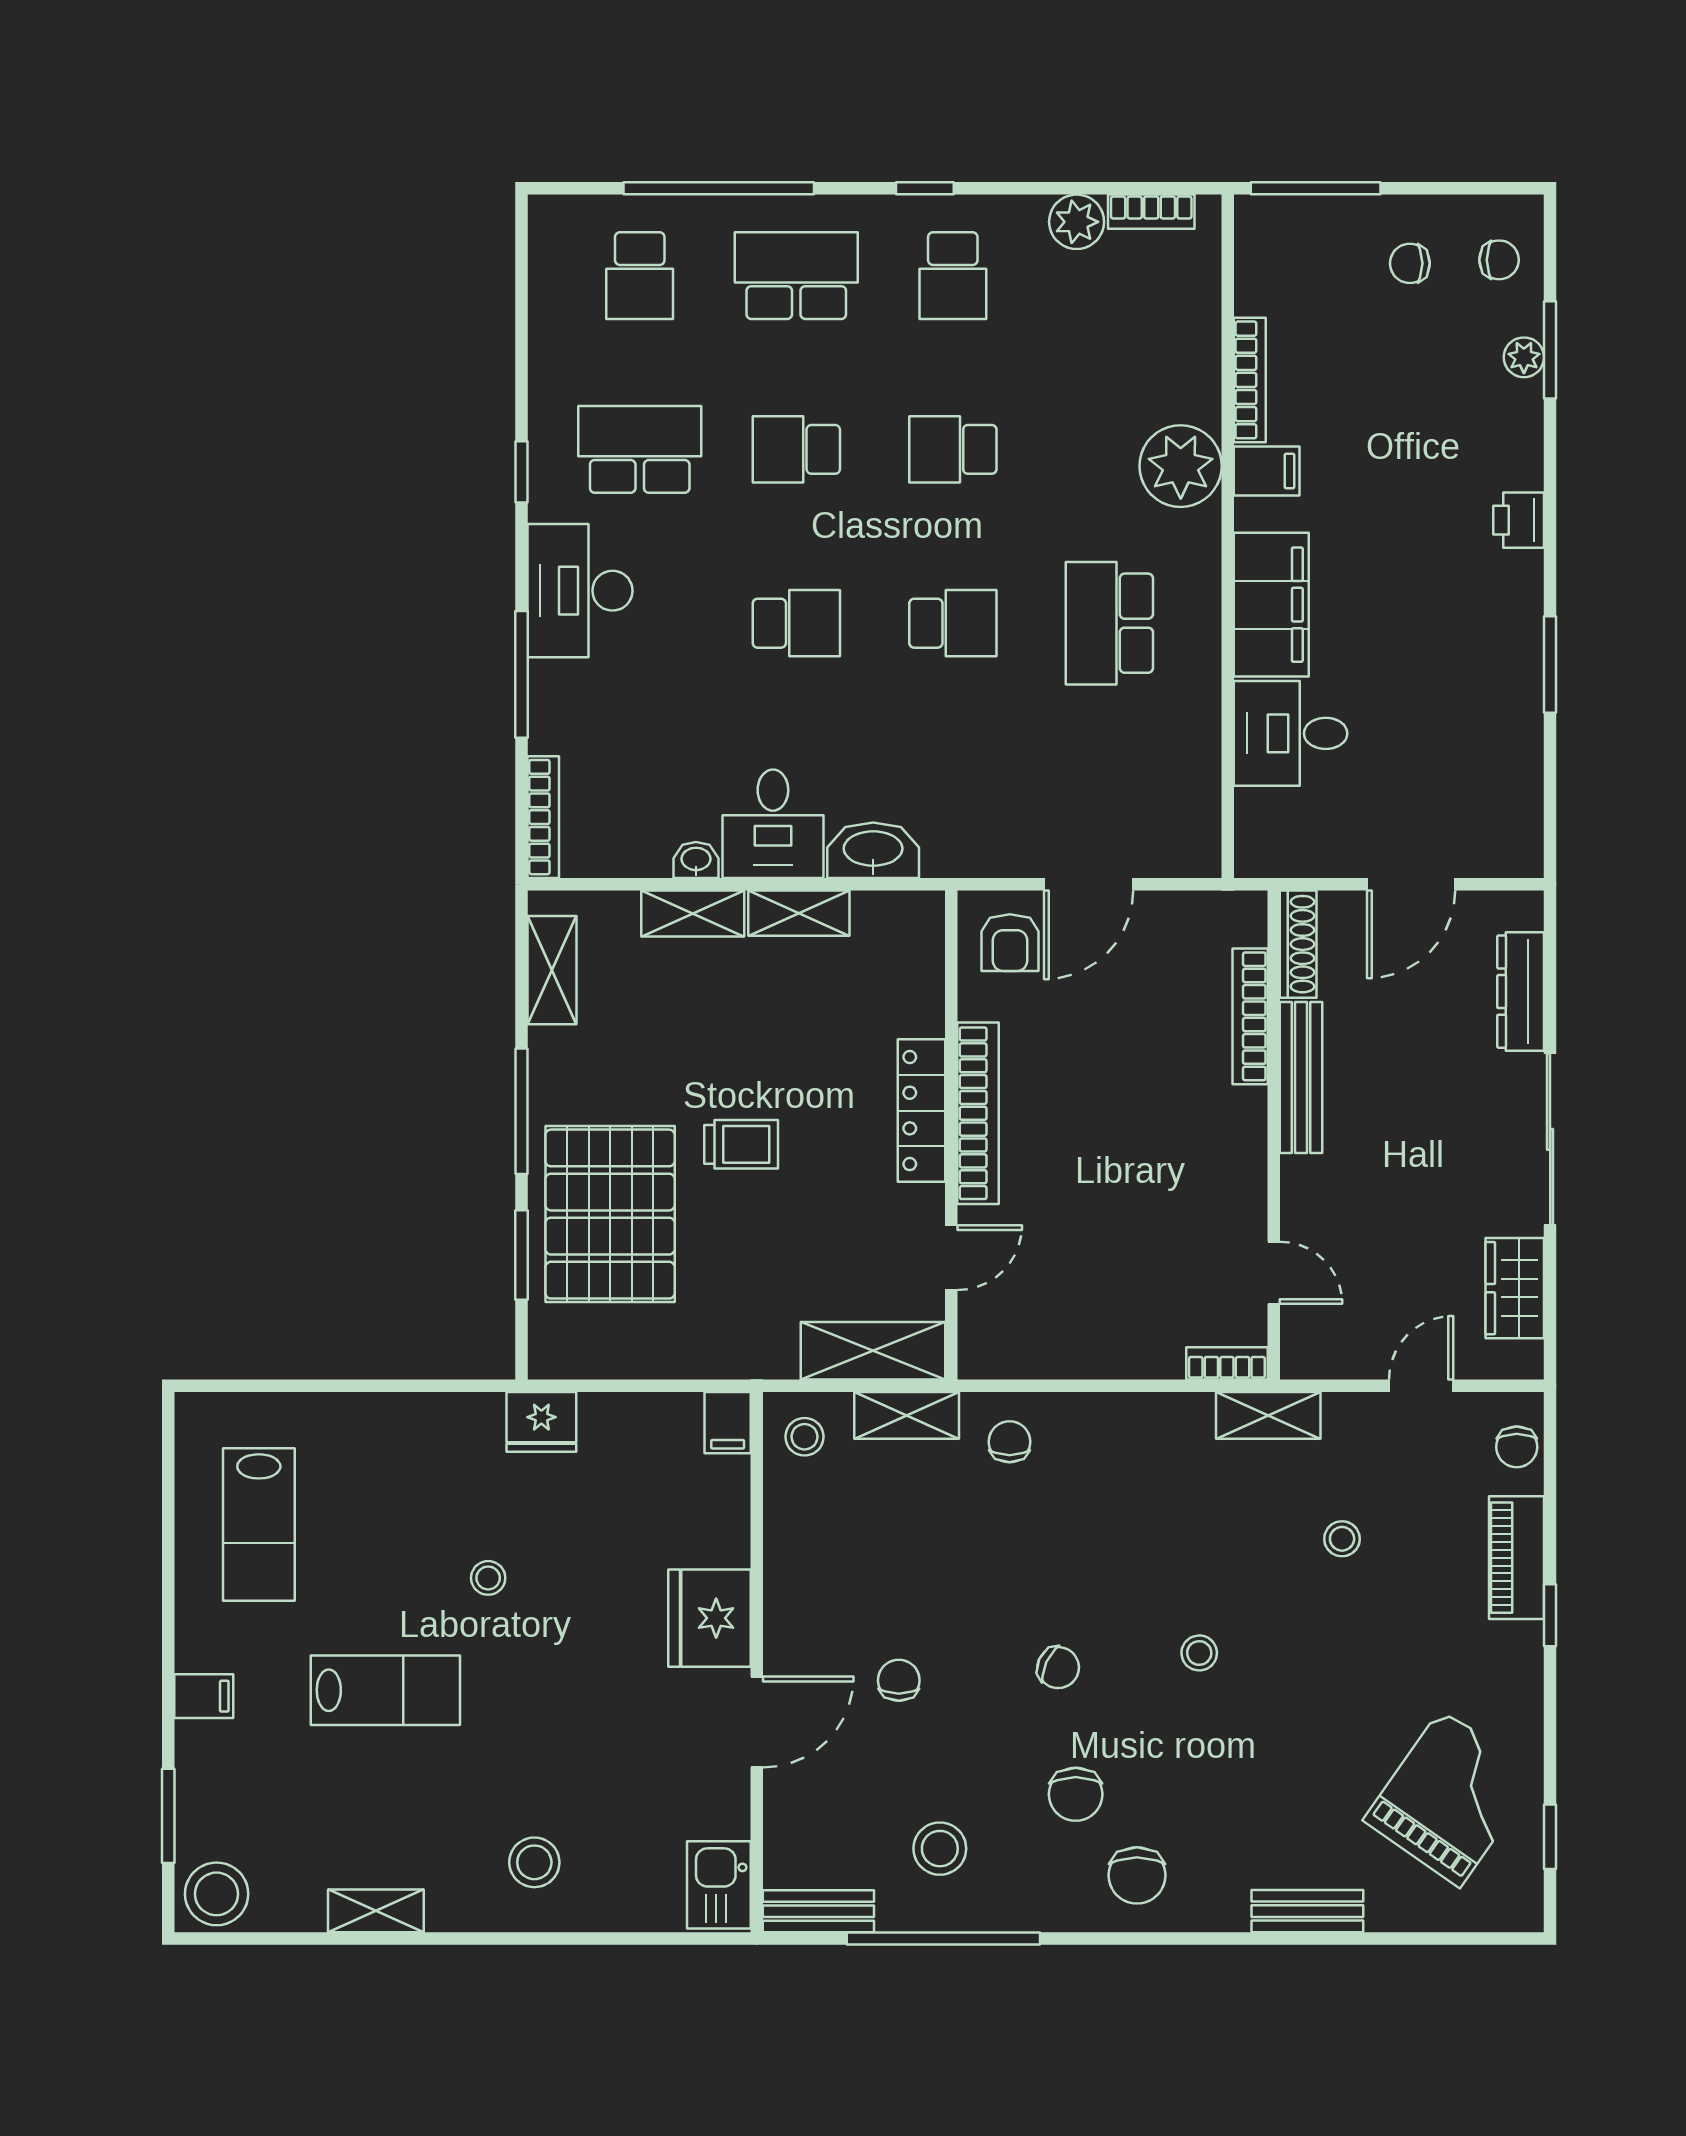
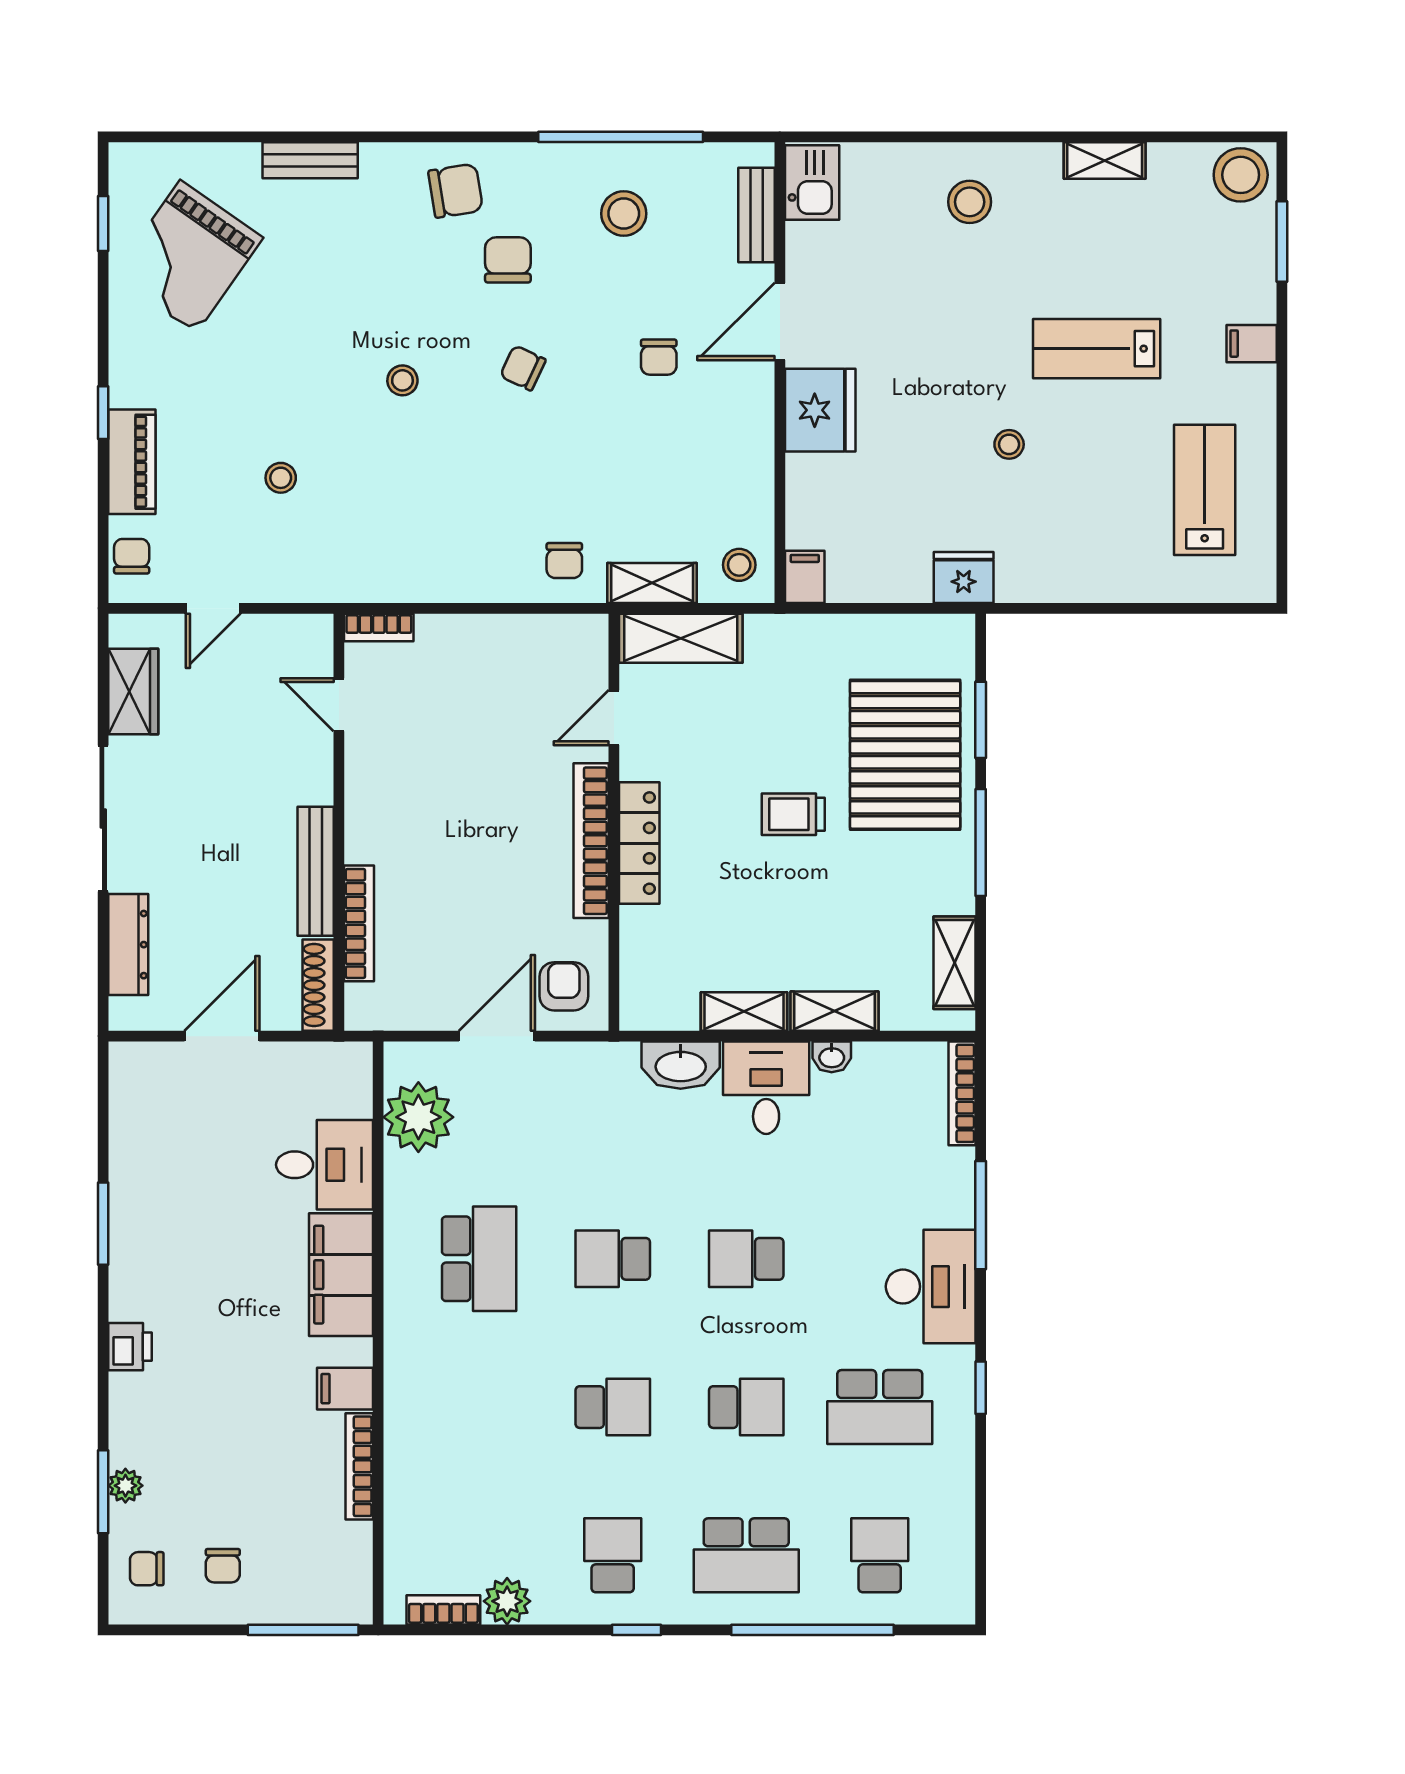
chair: (1410, 263) -> (223, 1566), turned 90
plant: (1181, 466) -> (418, 1117), moved
shelving: (1268, 1415) -> (344, 583), removed
chair: (1137, 1875) -> (456, 191), turned 81
bench: (818, 1911) -> (757, 215), moved, turned 90

